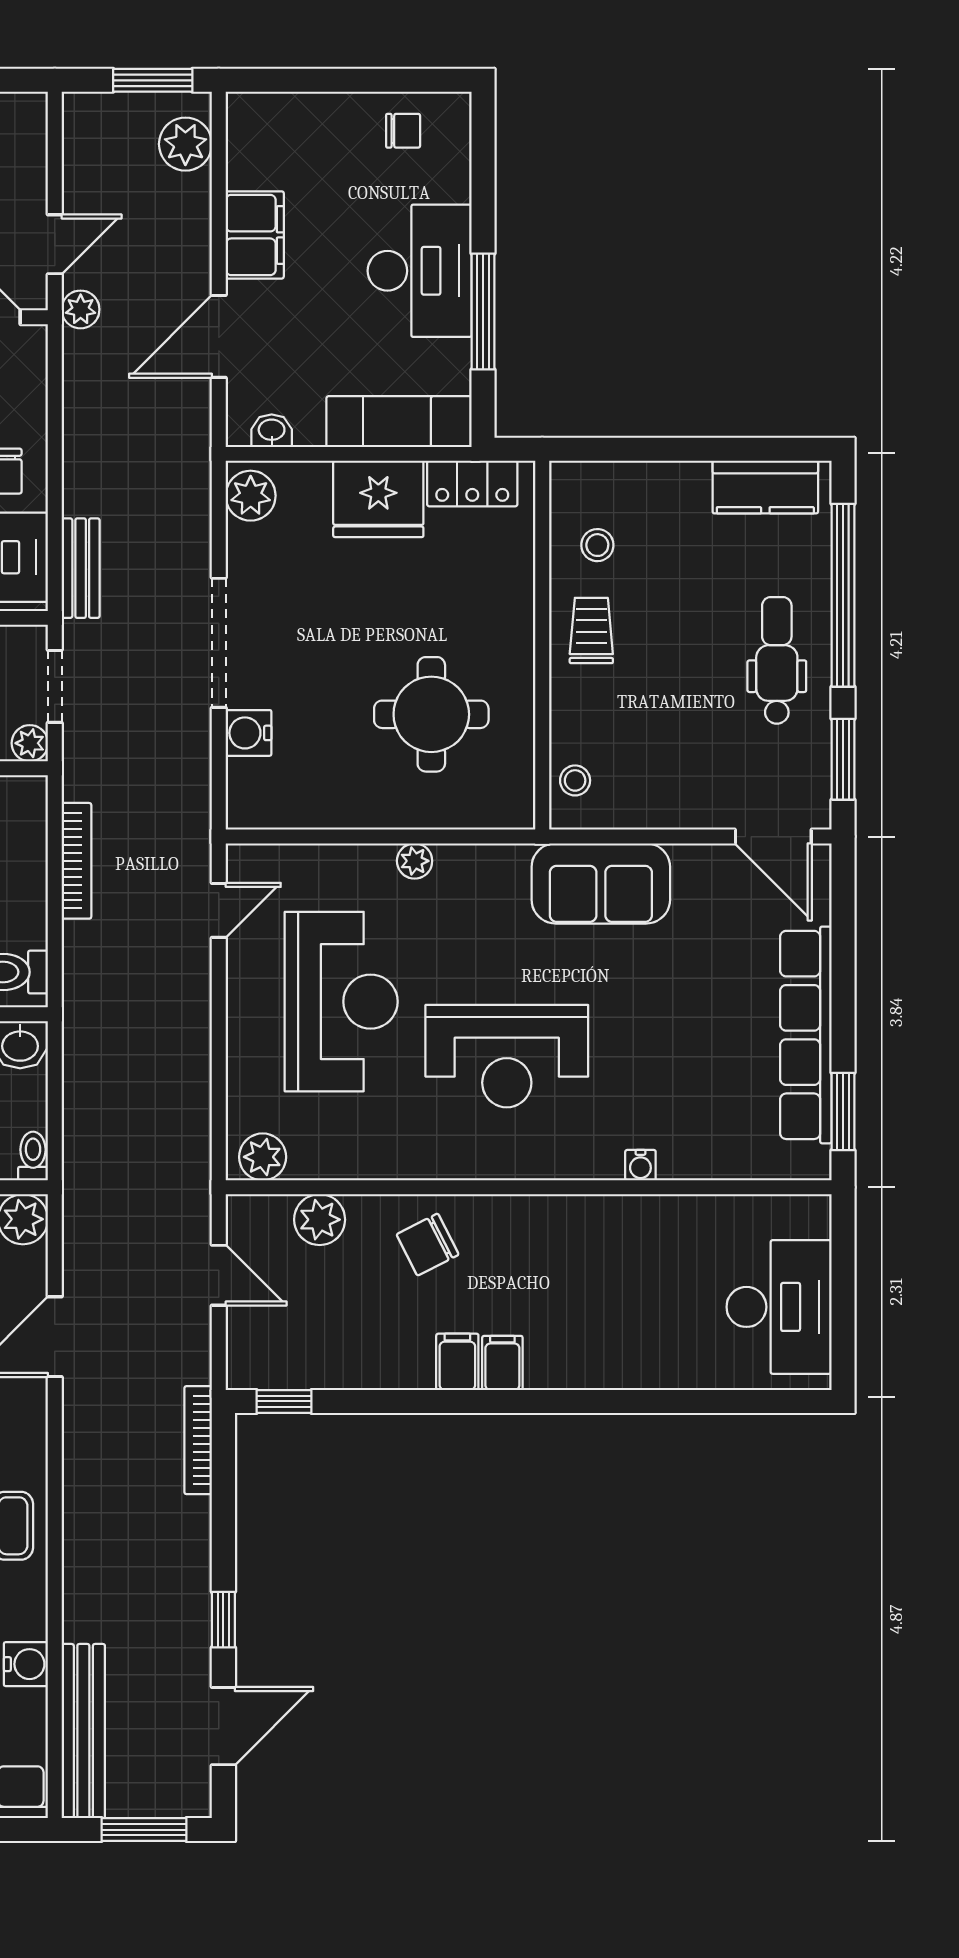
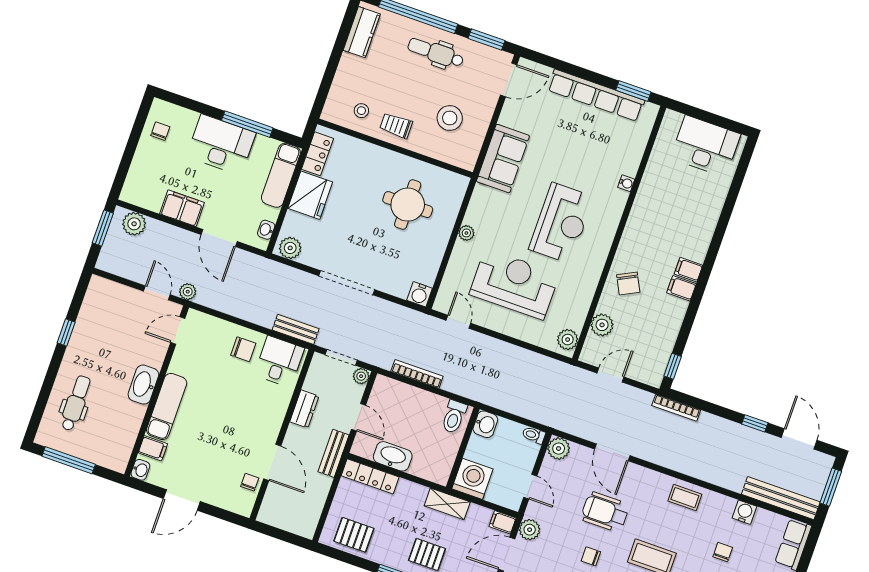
water cooler: (249, 733) -> (420, 294), moved
stool: (575, 780) -> (450, 118), moved, width x1.89, depth x1.89

